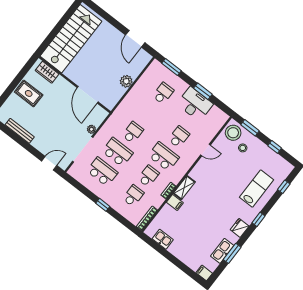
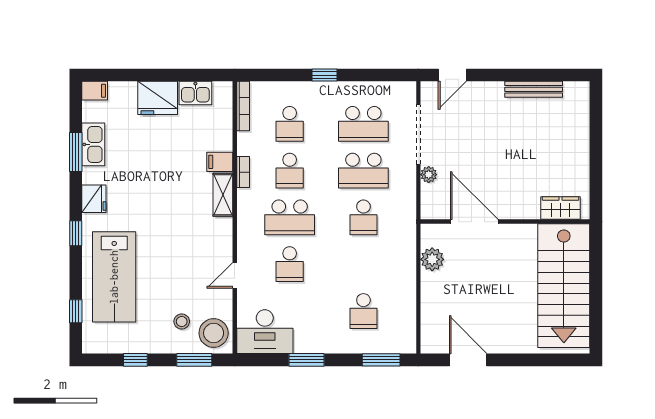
plant: (126, 81) -> (432, 259), moved
rug: (29, 93) -> (563, 155), removed
desk: (195, 104) -> (265, 332), moved
lab bench: (257, 189) -> (114, 277), width x1.36, depth x1.39
fridge: (180, 249) -> (158, 98), added

